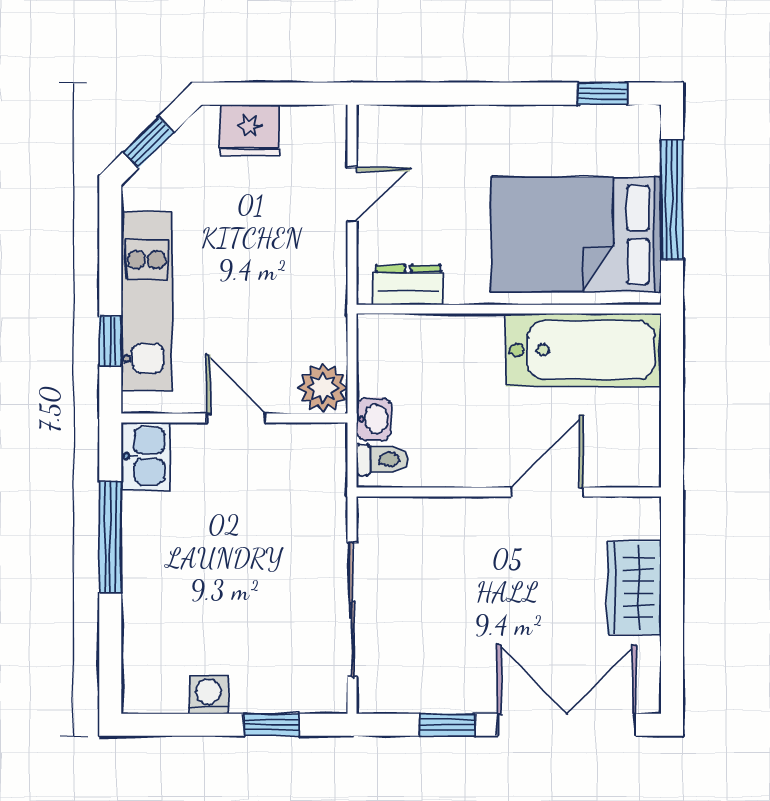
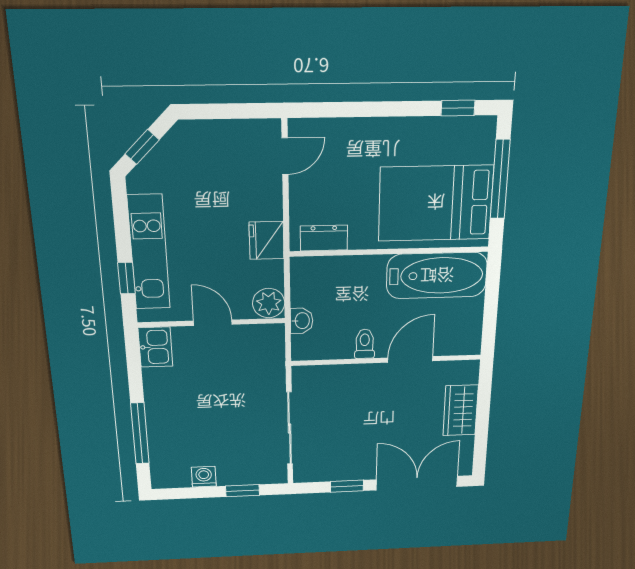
fridge: (249, 130) -> (267, 240), moved, turned 90
door: (352, 194) -> (285, 156), moved
toilet: (382, 460) -> (365, 344), moved, turned -90
window: (110, 537) -> (140, 433), moved

